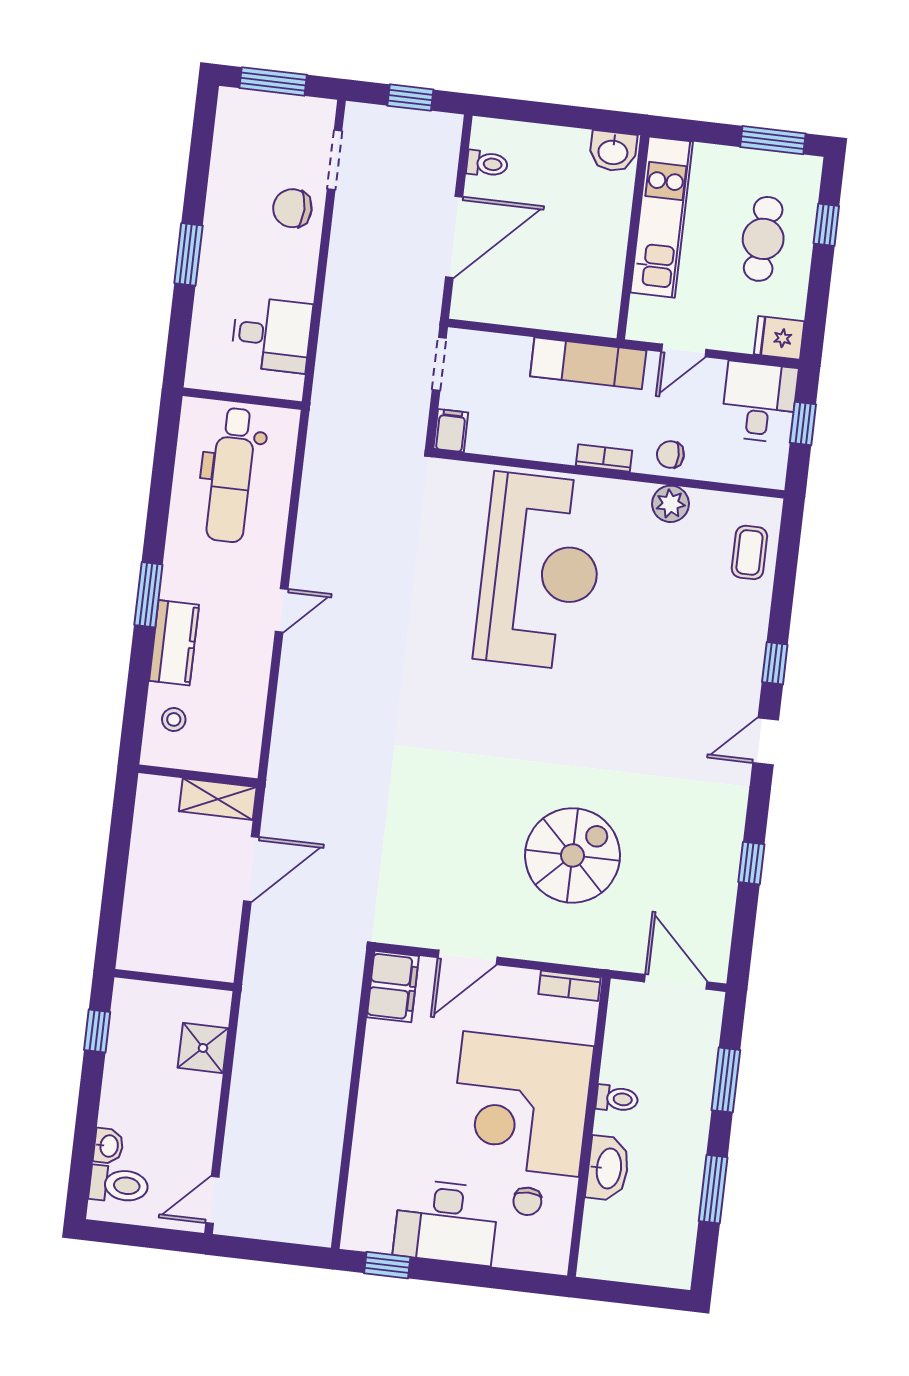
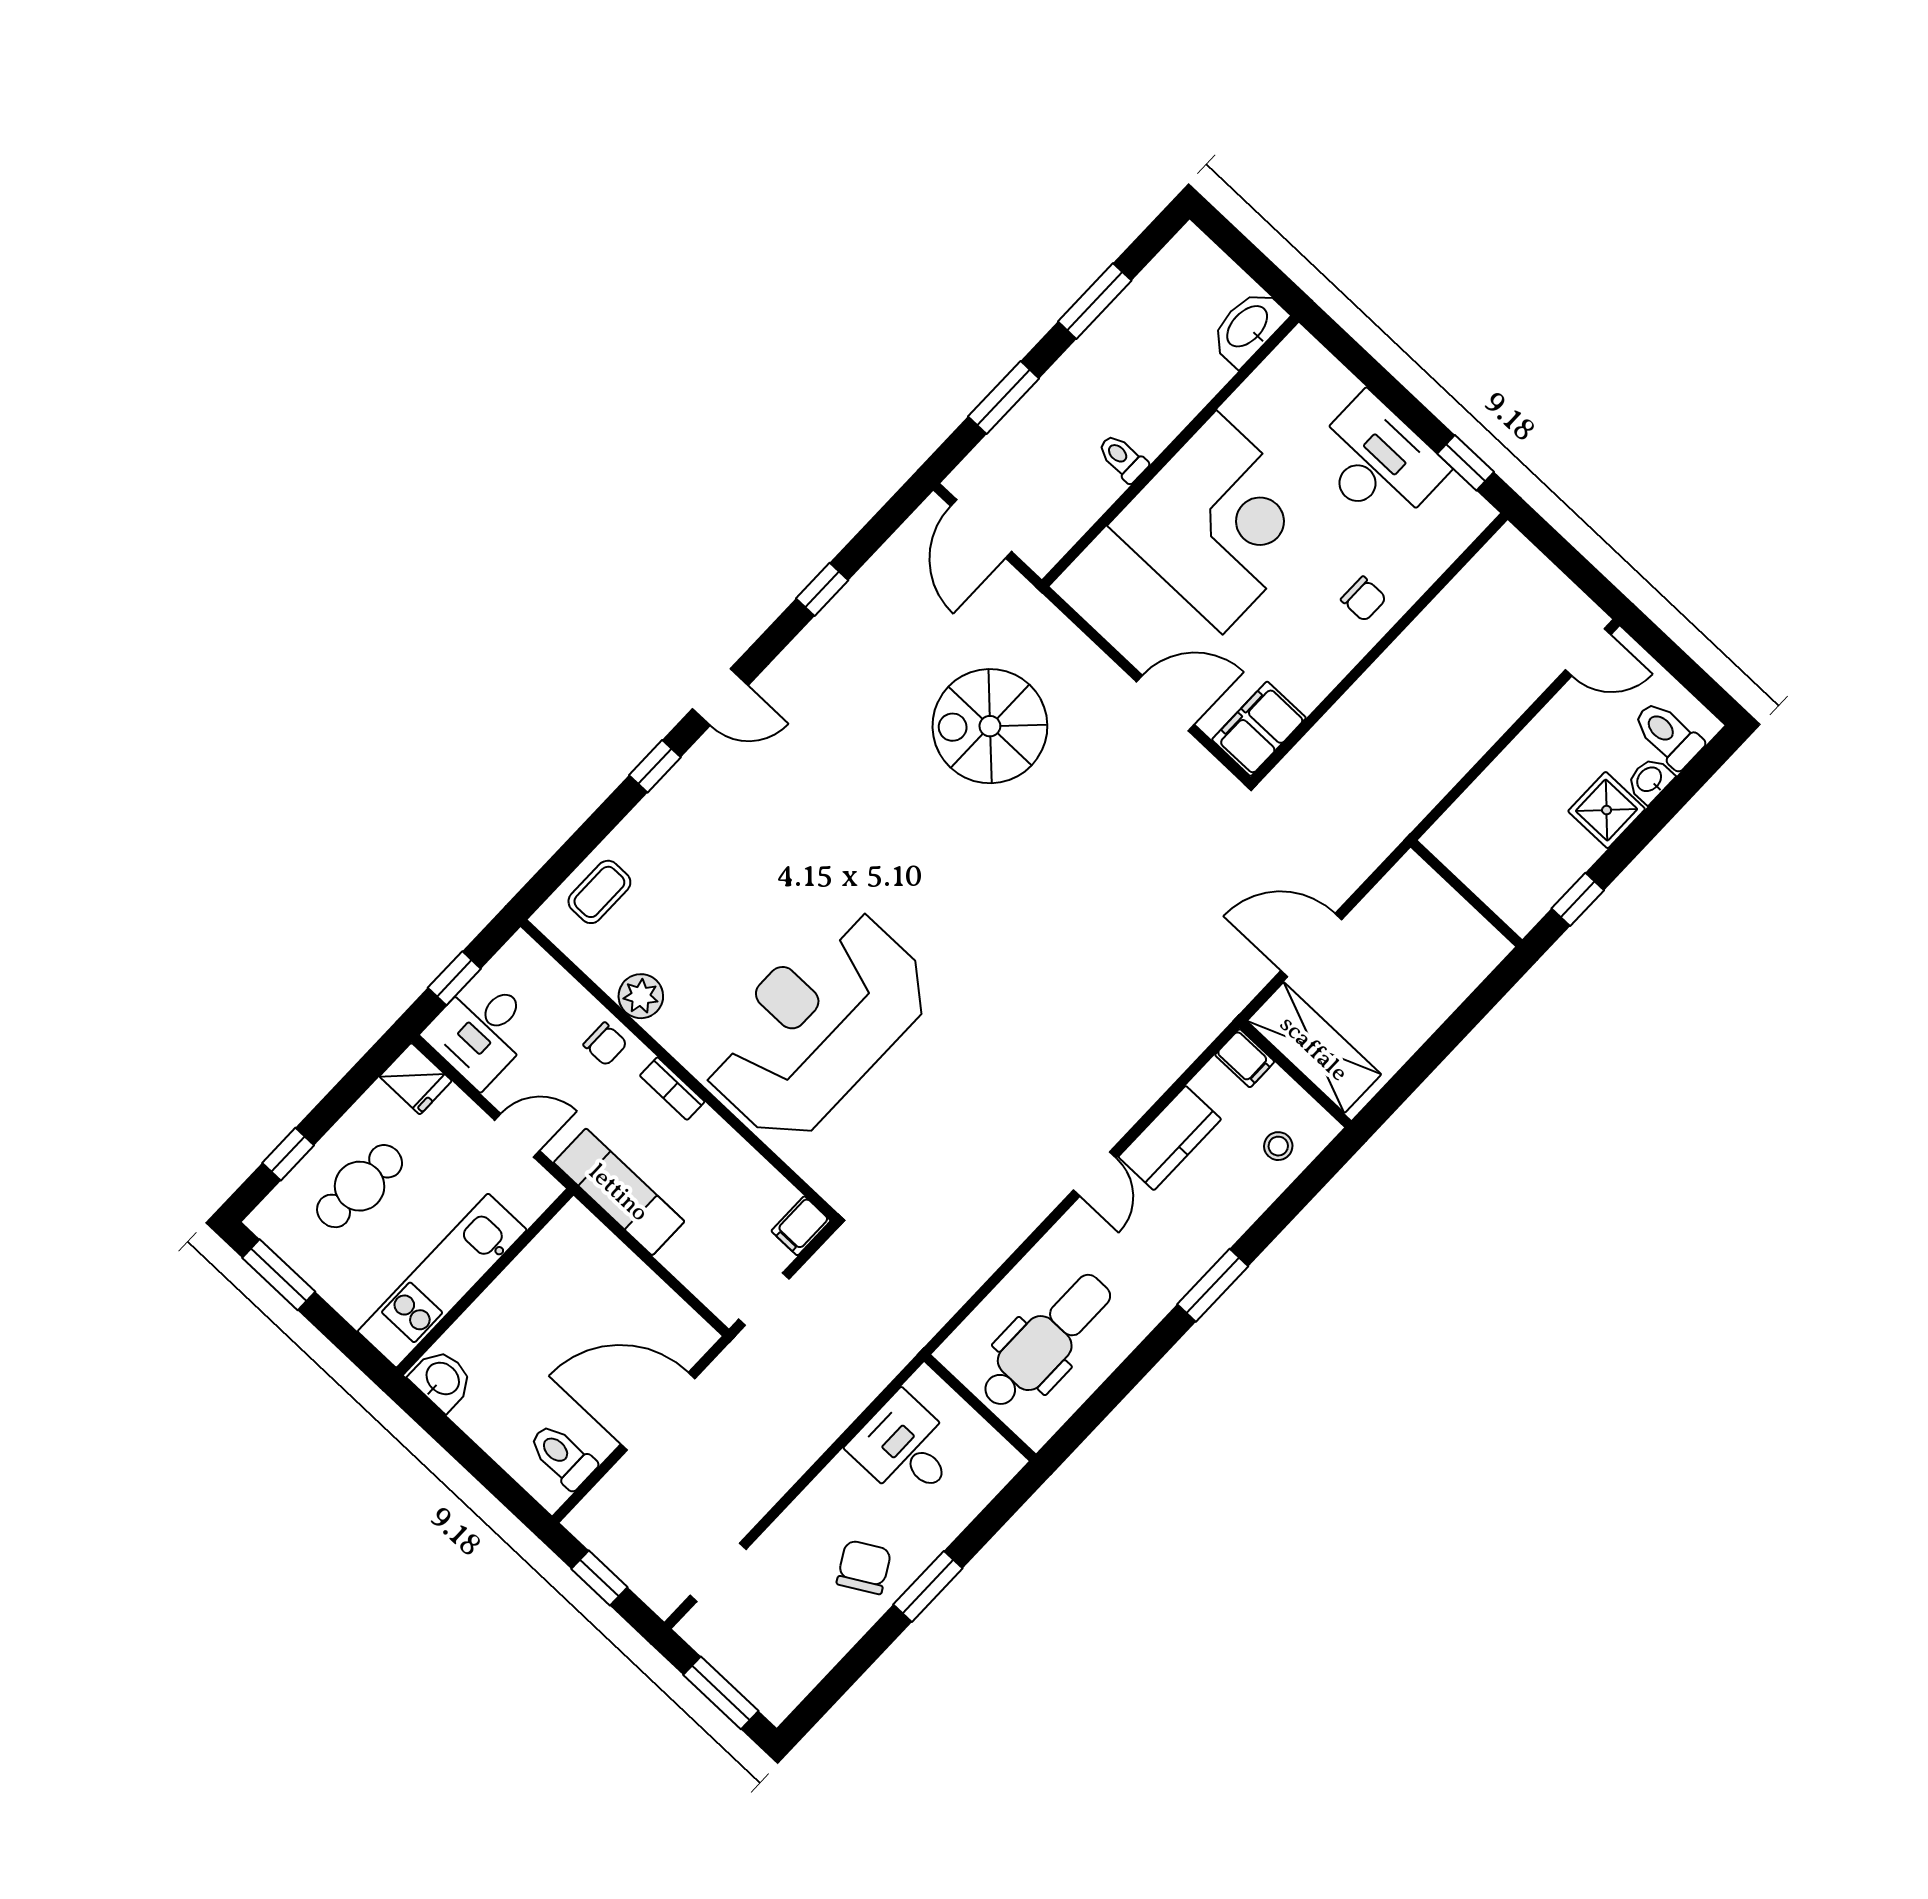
toilet: (487, 164) -> (562, 1456), width x1.37, depth x1.39
chair: (292, 208) -> (864, 1567), moved, turned -120
door: (282, 610) -> (1095, 1174), swing flipped
kitchen counter: (174, 643) -> (1170, 1138), moved, turned 180
filing cabinet: (239, 761) -> (1245, 1058), added
shelving: (218, 799) -> (1314, 1048), width x1.50, depth x1.33
bookcase: (570, 986) -> (1087, 602), removed
shower: (203, 1048) -> (1607, 810), moved
washbasin: (608, 1168) -> (1248, 327), moved
chair: (527, 1201) -> (1364, 599), moved, turned 90

